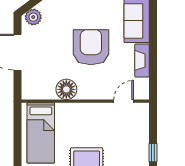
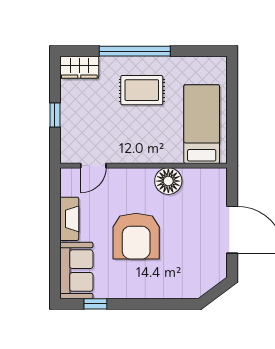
plant: (33, 17) -> (212, 276), removed
window: (153, 153) -> (55, 115), moved

